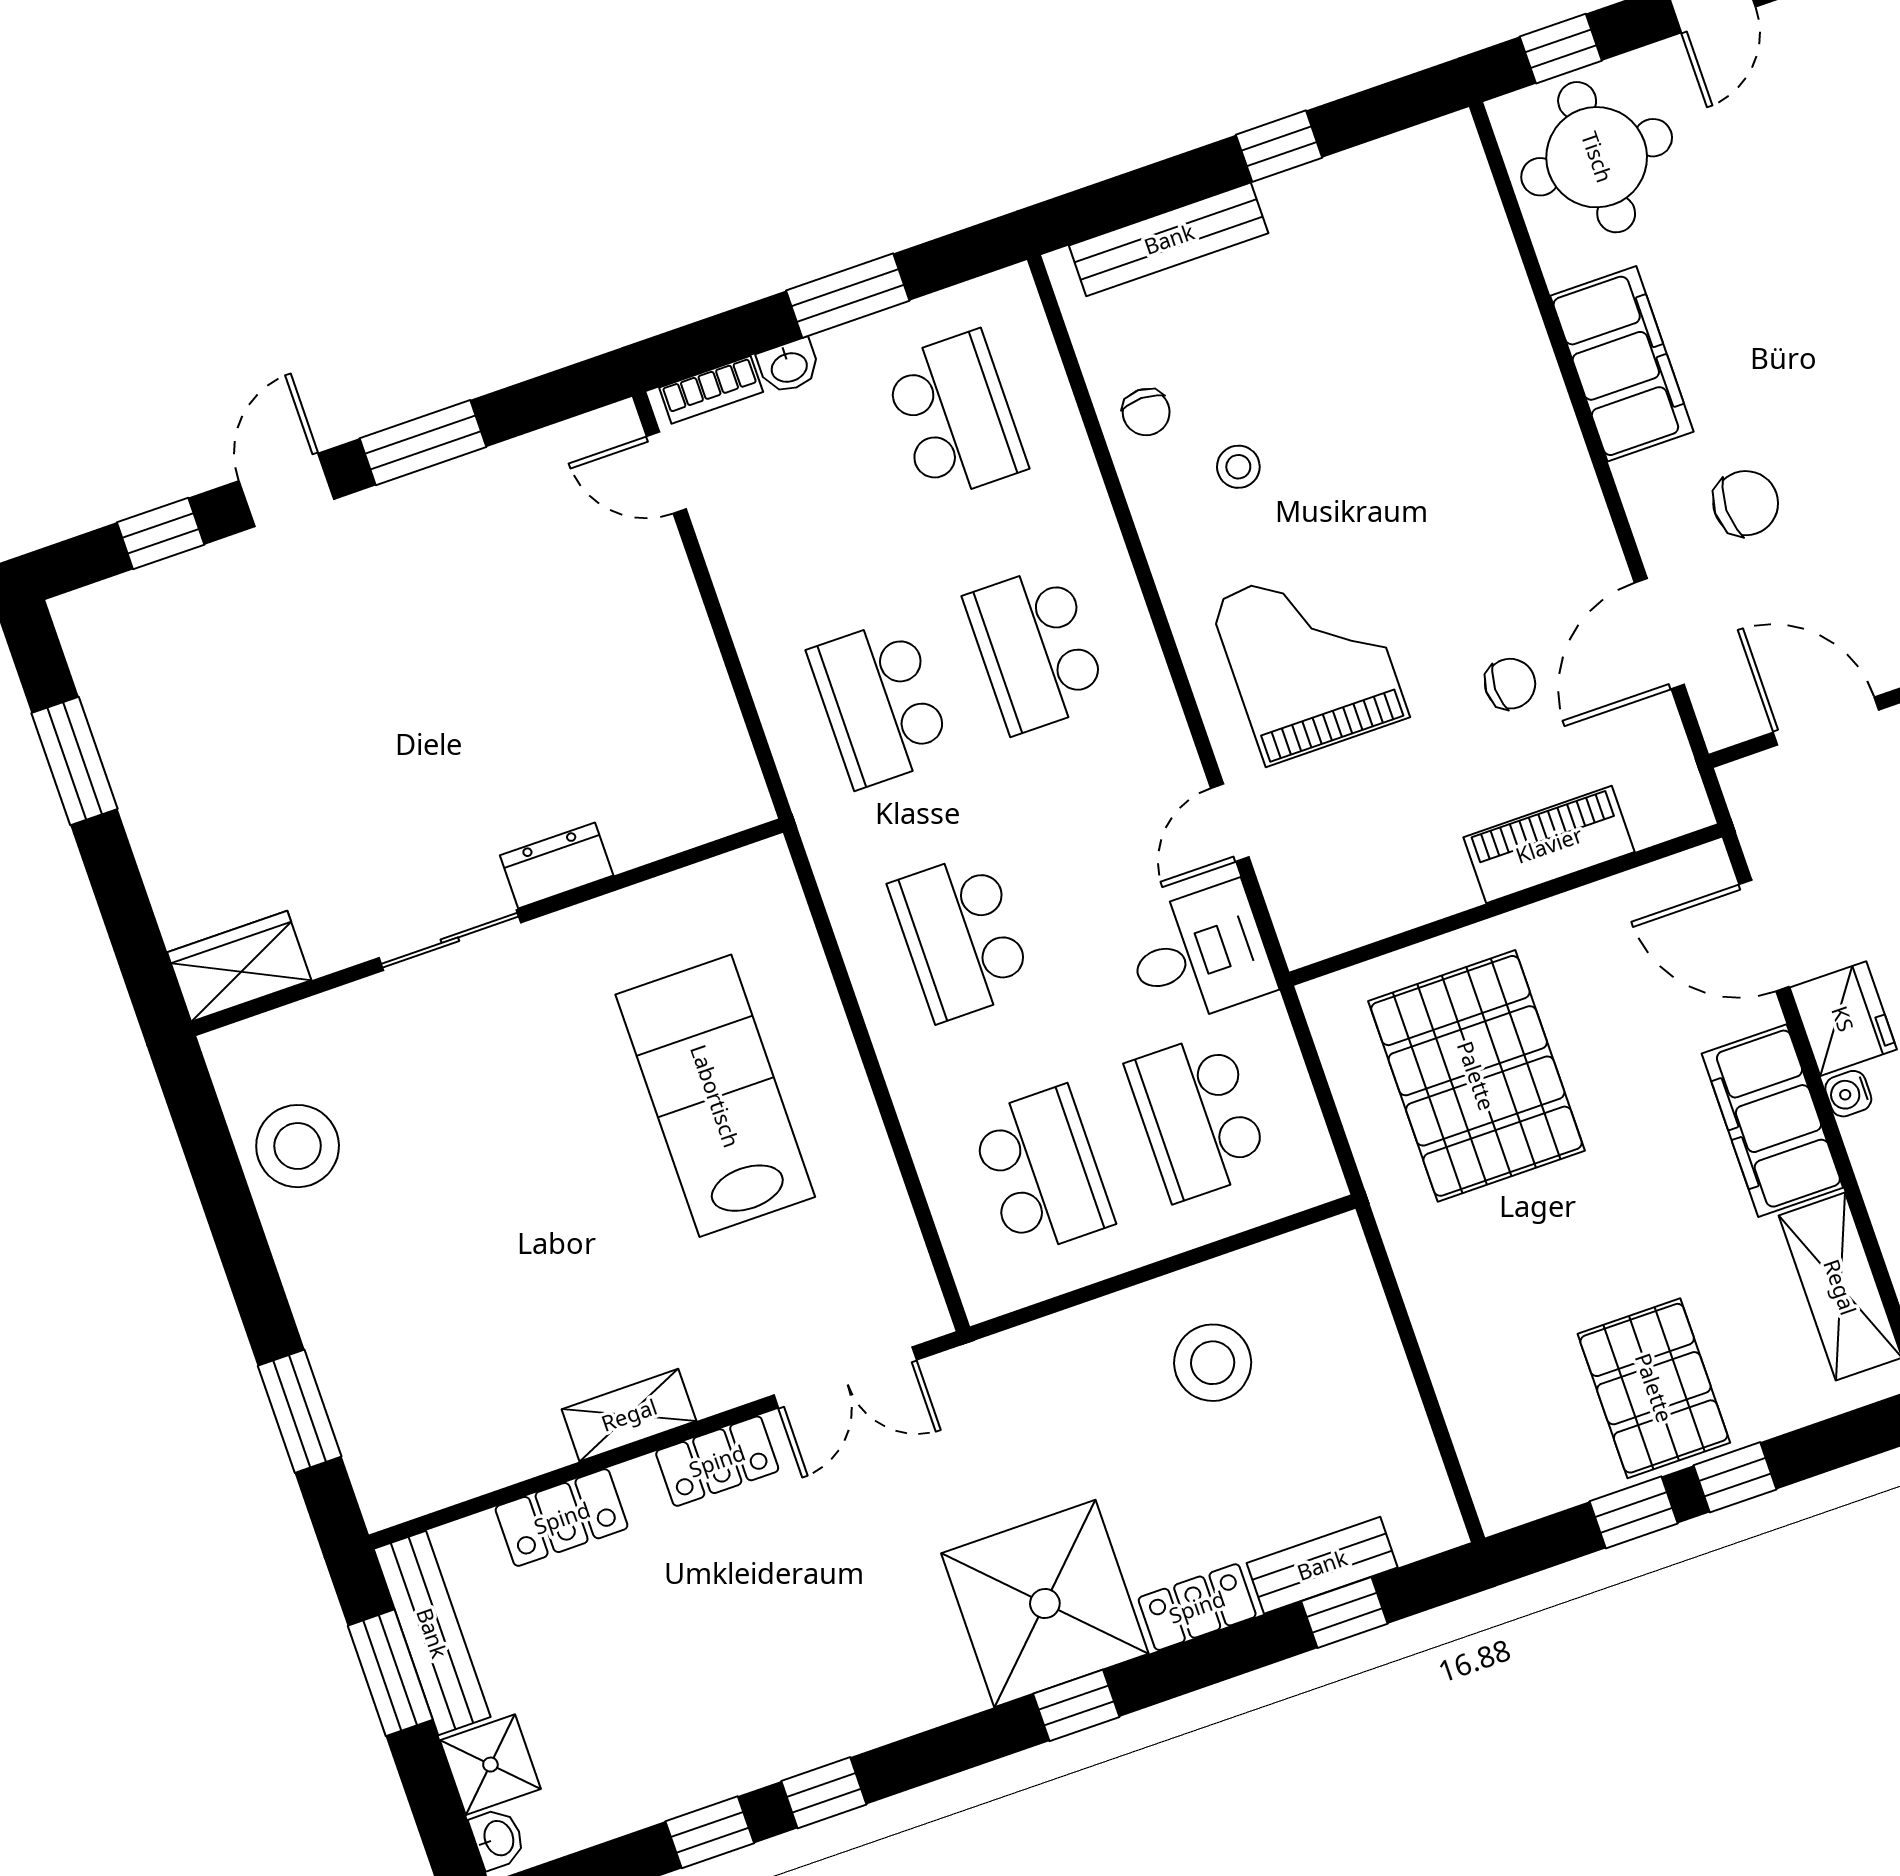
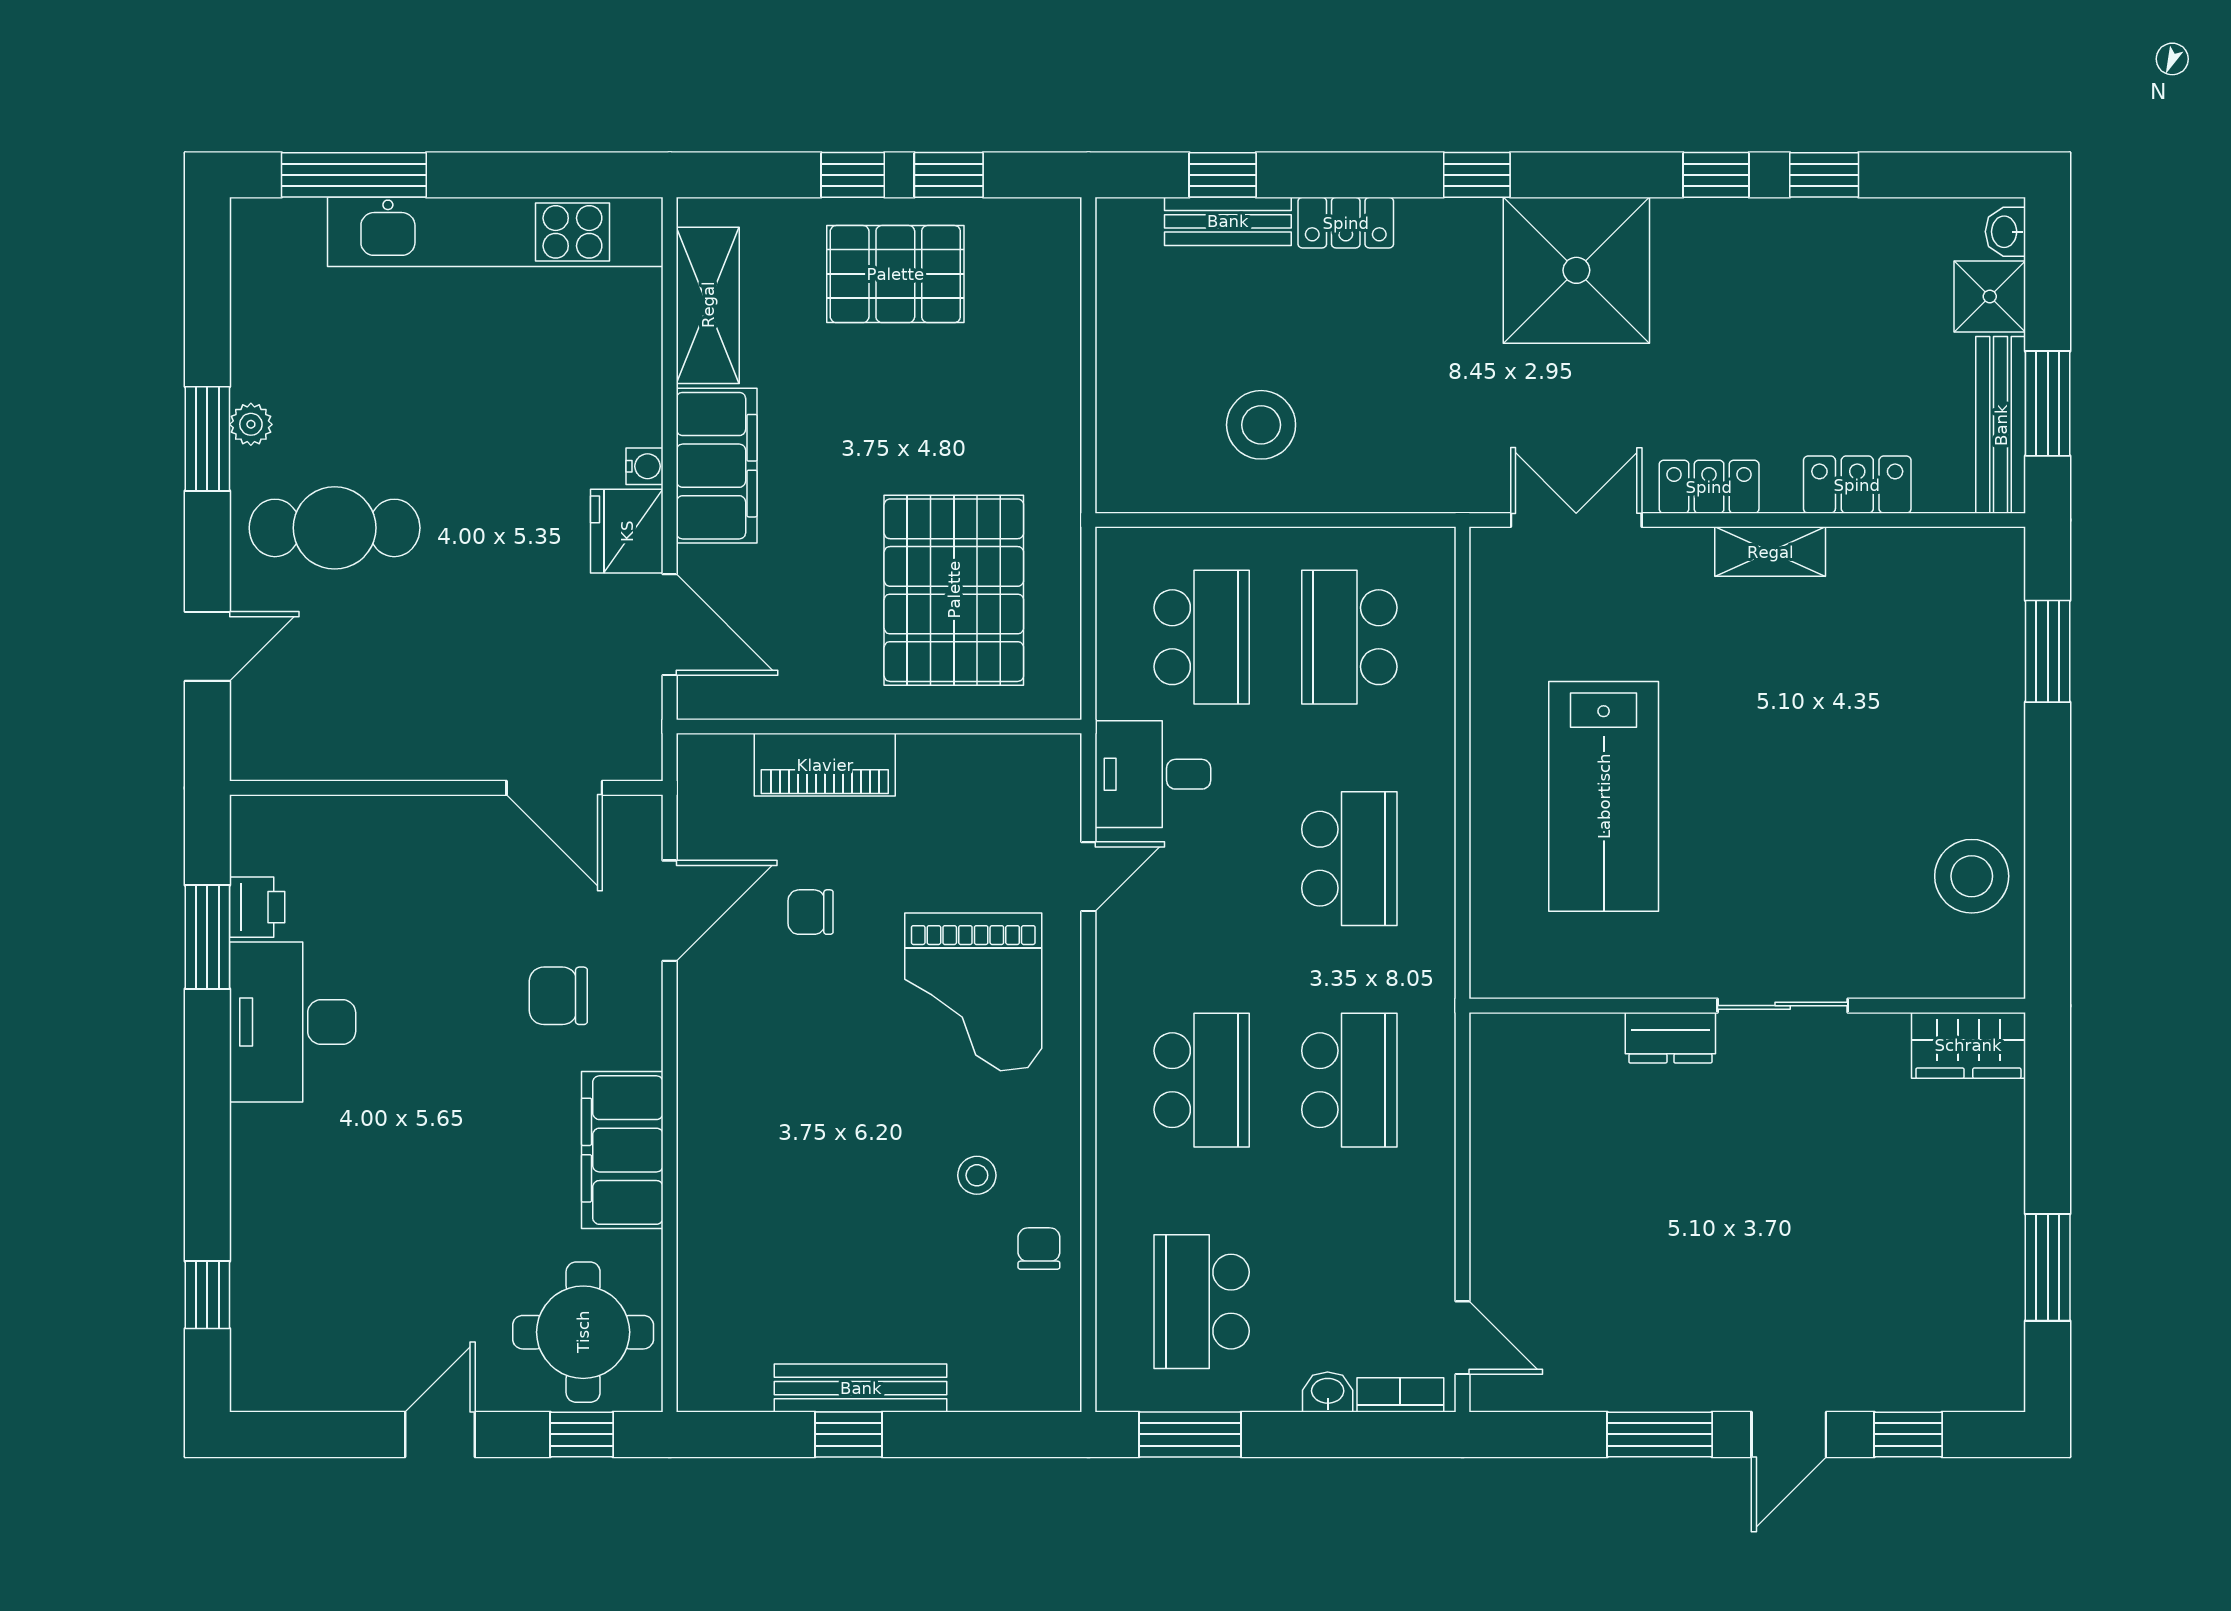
bench: (1169, 239) -> (861, 1388), moved
window: (848, 296) -> (1190, 1434), moved
pallet: (1654, 1388) -> (895, 274), turned 90
shower: (1045, 1604) -> (1576, 270), moved

